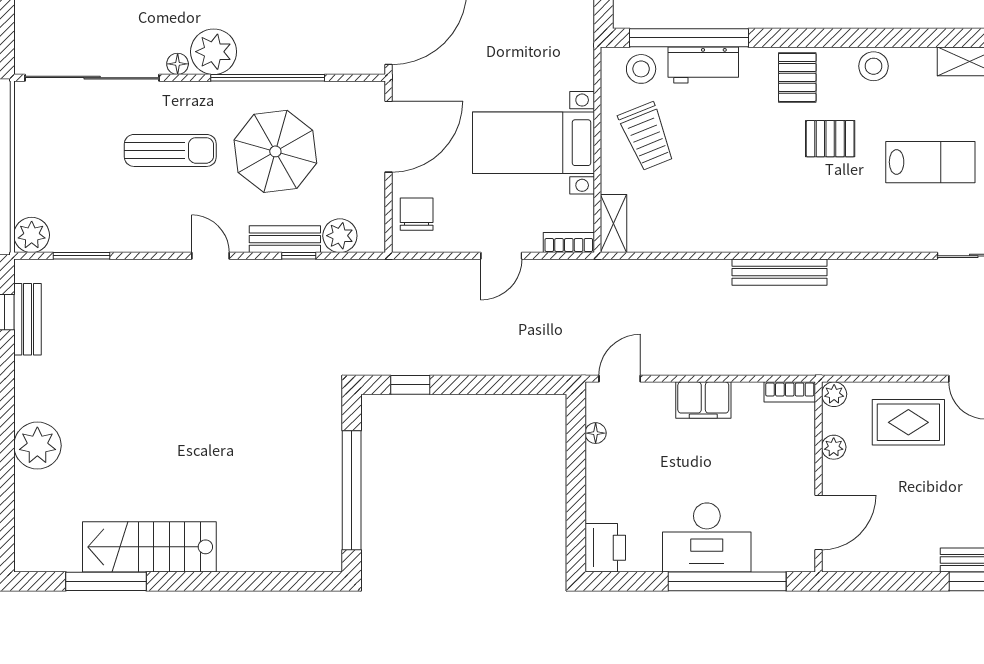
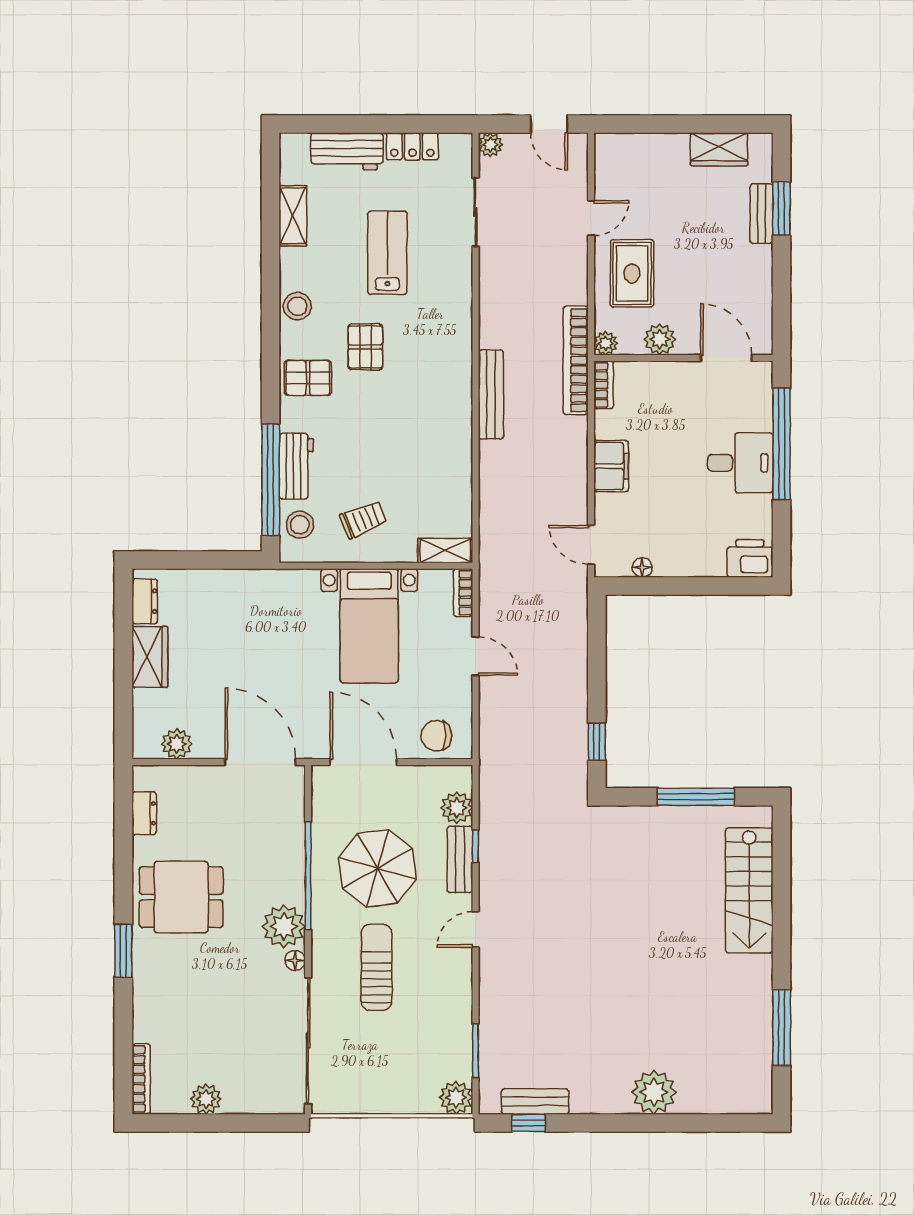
trolley: (647, 136) -> (363, 519), width x0.73, depth x0.72
bookcase: (816, 362) -> (576, 360), added
plant: (834, 447) -> (660, 339), width x1.38, depth x1.38
window: (352, 490) -> (696, 797), width x0.68
desk: (707, 537) -> (740, 463), width x0.73
stairs: (149, 547) -> (749, 890), moved

